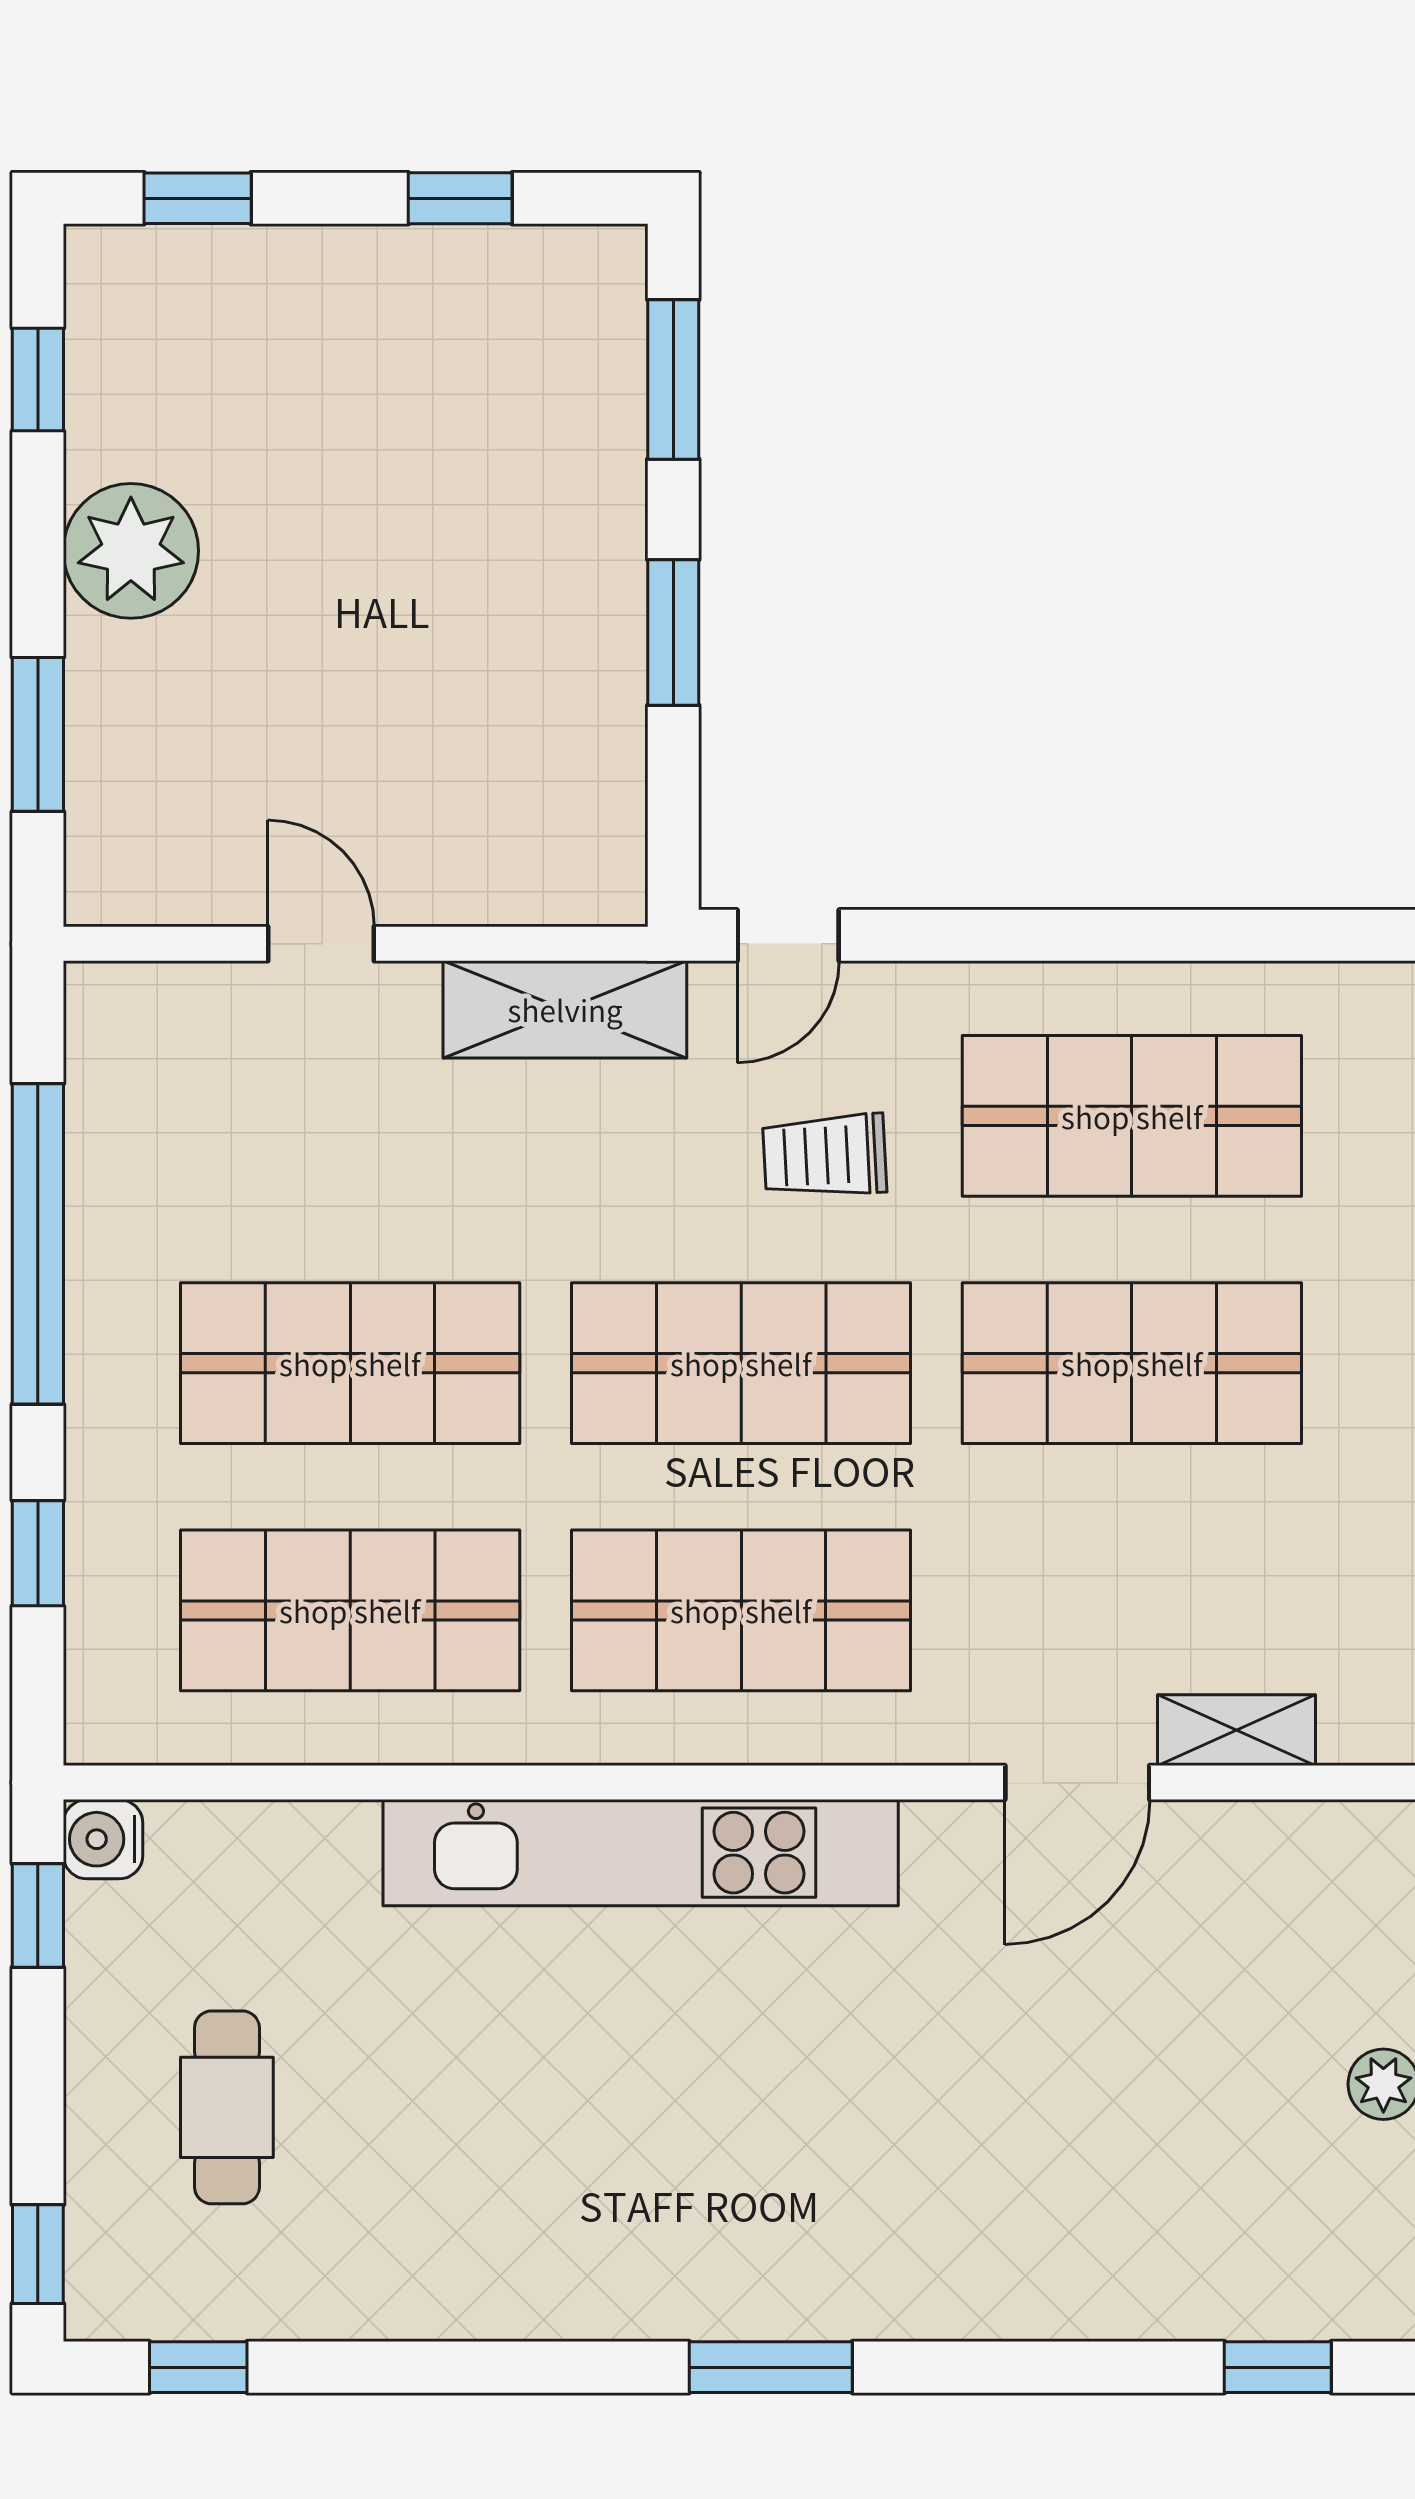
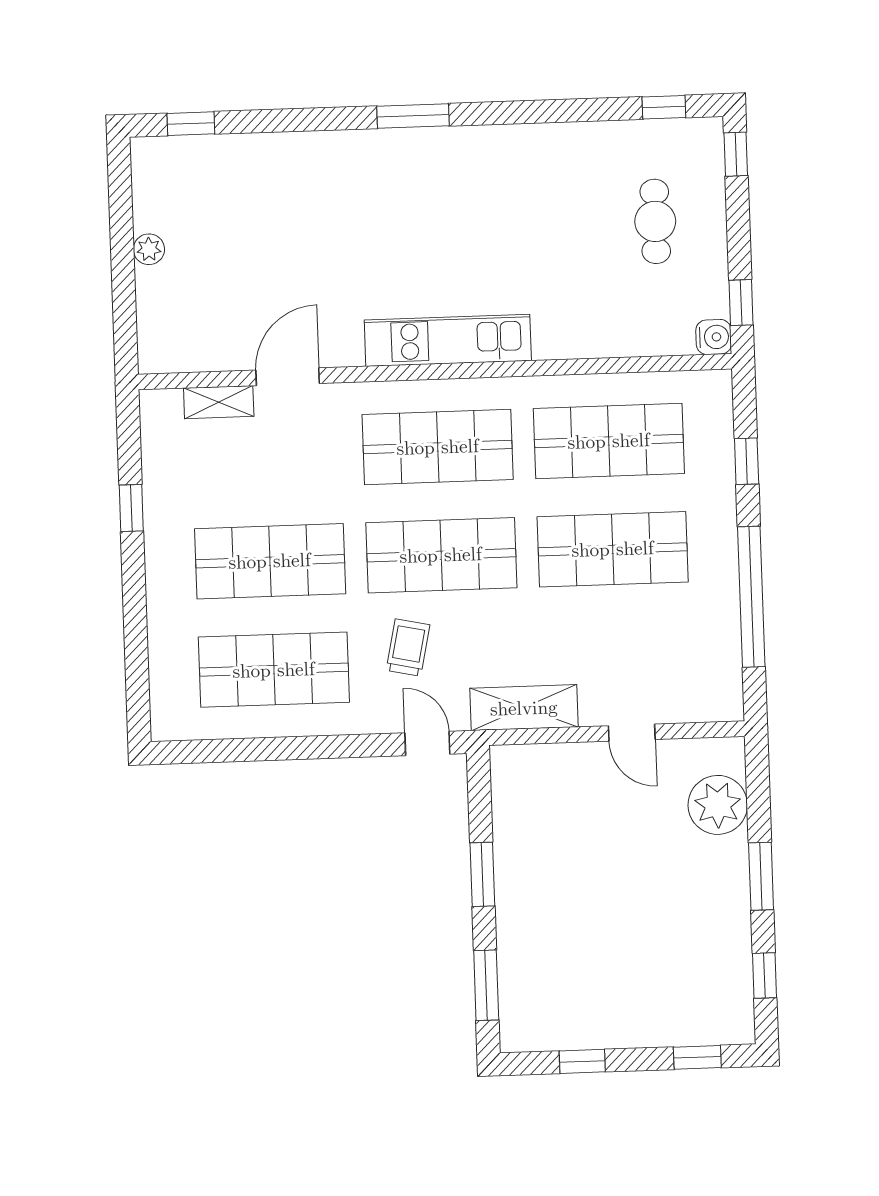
plant: (131, 551) -> (718, 805), moved
window: (38, 734) -> (761, 876), moved
door: (788, 935) -> (427, 743), hinge flipped
trolley: (825, 1155) -> (408, 648), turned -75
kitchen unit: (641, 1853) -> (448, 340), width x0.73

